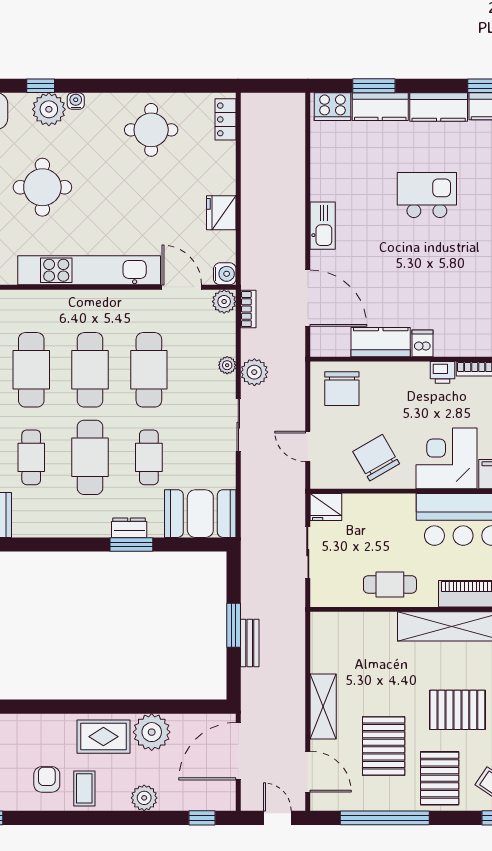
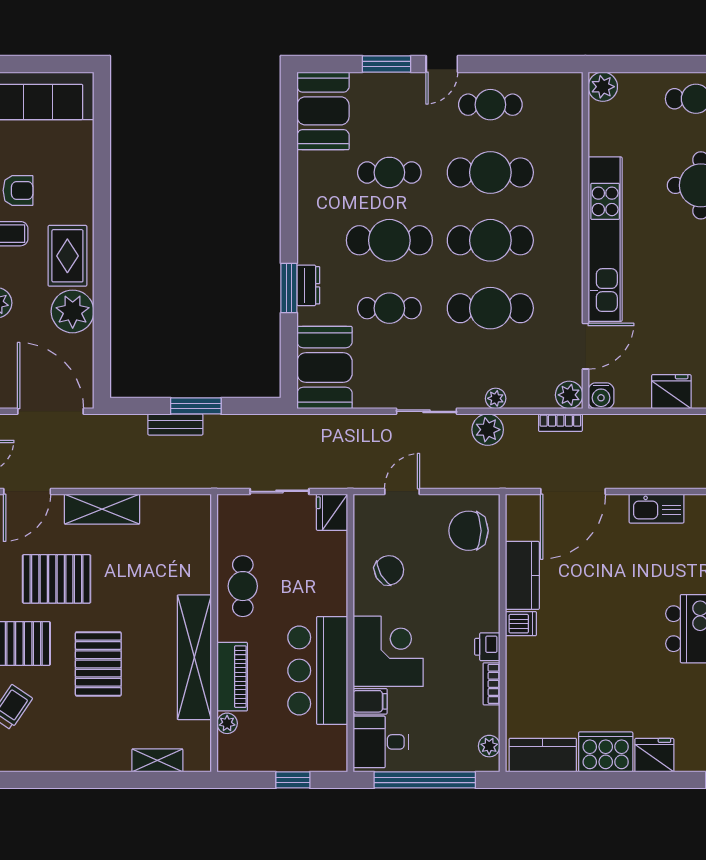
chair: (376, 458) -> (389, 570), width x0.73, depth x0.73

